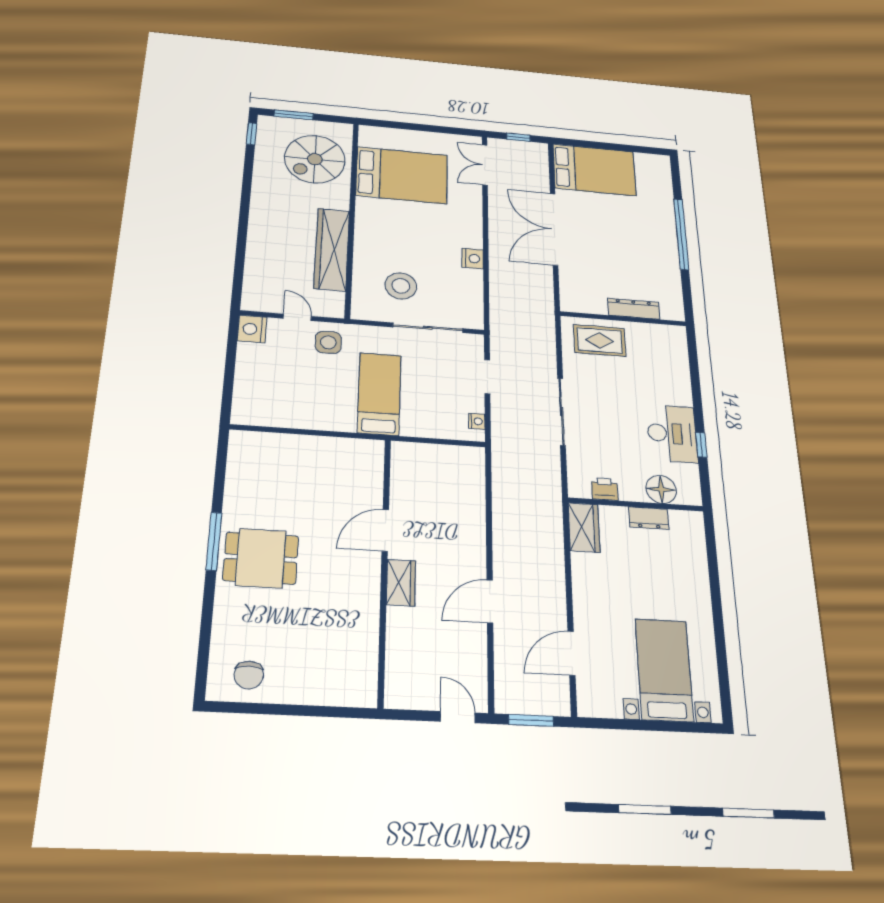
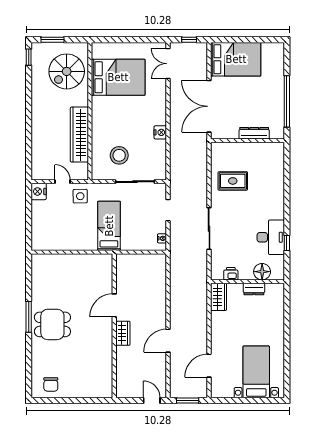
dresser: (634, 309) -> (254, 133), moved
wall: (623, 319) -> (247, 141), moved

